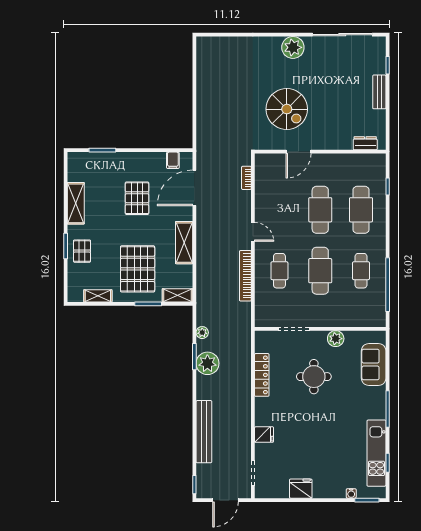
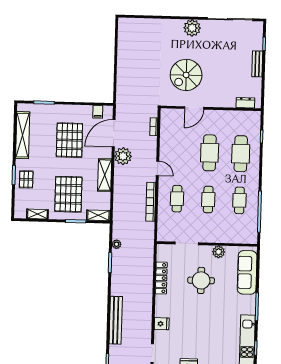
spiral stairs: (287, 109) -> (186, 75), turned 90
pallet: (137, 198) -> (69, 140), width x1.37, depth x1.41
shelving: (76, 203) -> (23, 135), width x1.47
cafe table: (320, 271) -> (208, 200), width x0.73, depth x0.74
plant: (207, 363) -> (123, 156), moved
sofa: (374, 365) -> (247, 272), width x1.36

